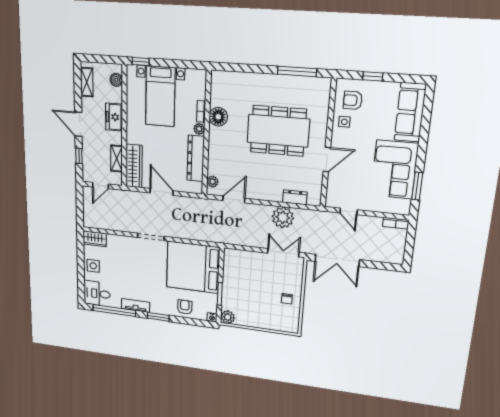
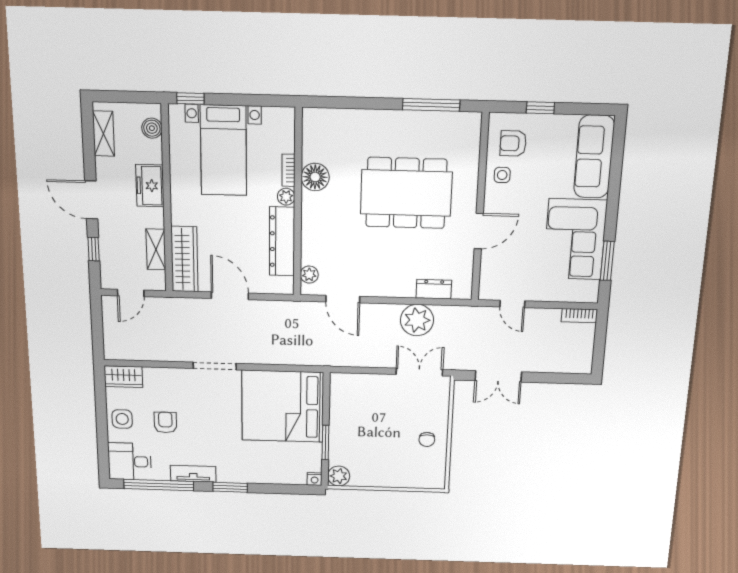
door: (234, 199) -> (343, 299), swing flipped
double door: (337, 260) -> (498, 376), width x0.73
armchair: (185, 307) -> (165, 422), moved

